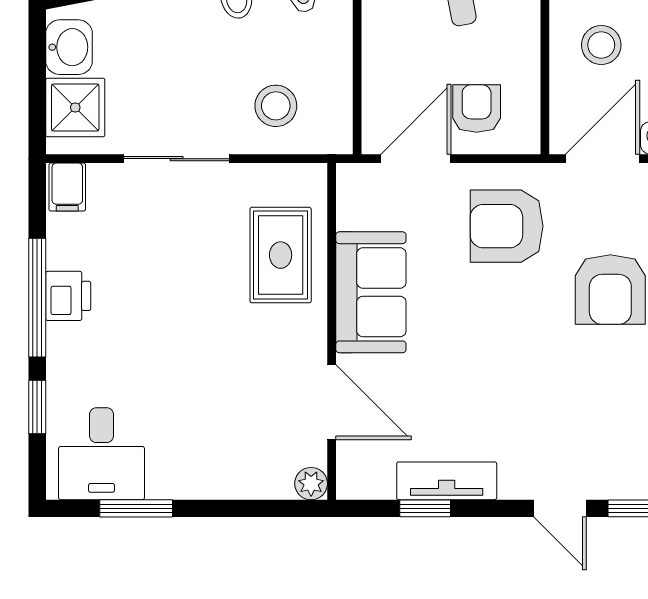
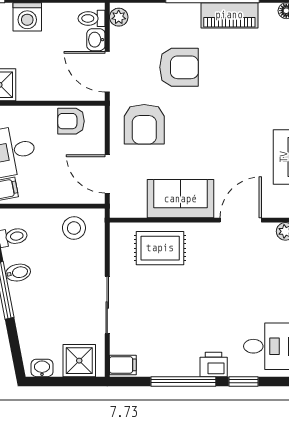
stool: (601, 45) -> (45, 72), removed
washbasin: (69, 47) -> (42, 368), width x0.72, depth x0.69
stool: (276, 106) -> (74, 228), moved
armchair: (477, 109) -> (71, 121), moved
printer: (68, 296) -> (214, 364), moved

